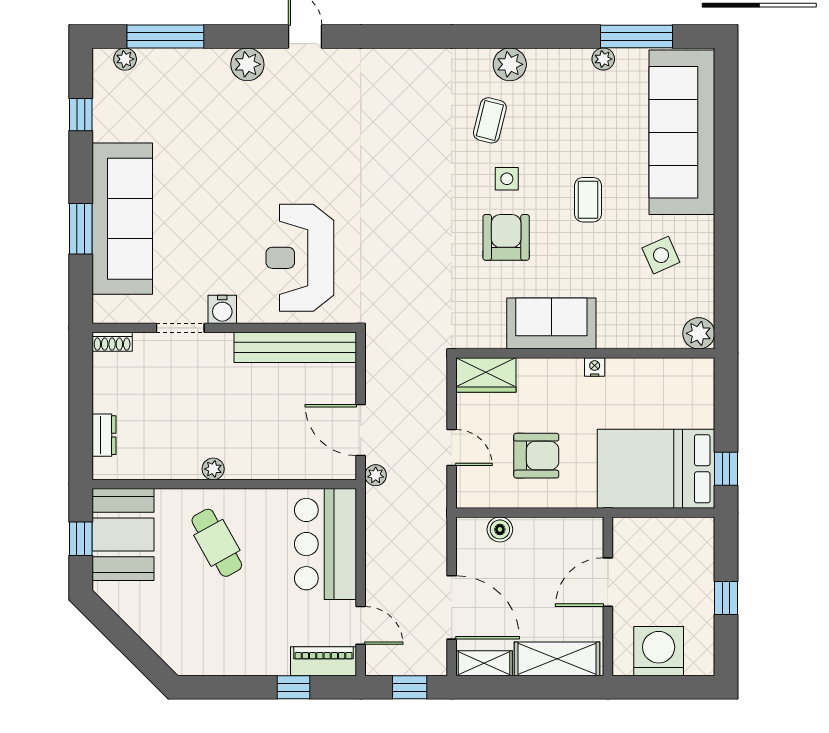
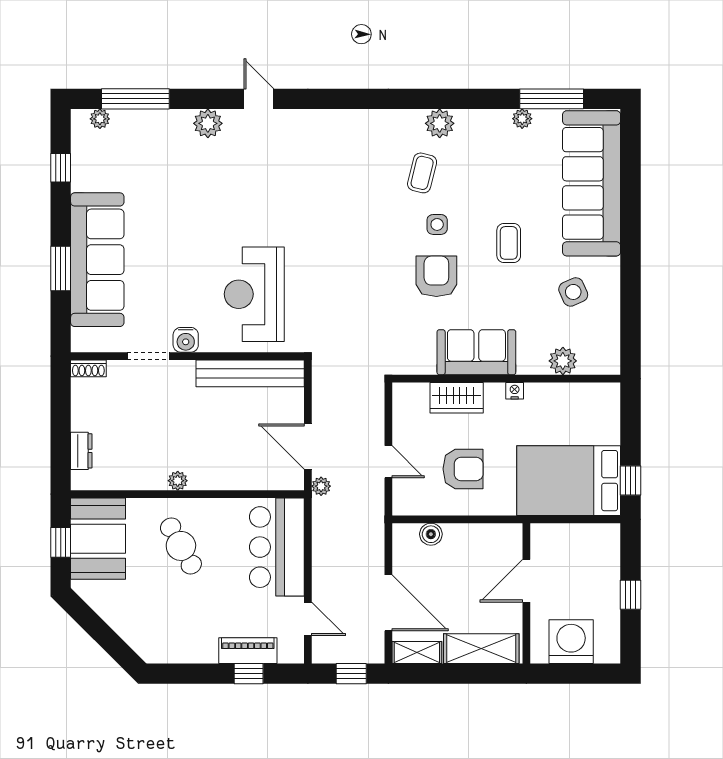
plant: (699, 333) -> (563, 361), moved
wardrobe: (486, 375) -> (457, 398), moved
piano: (324, 661) -> (248, 651), moved

